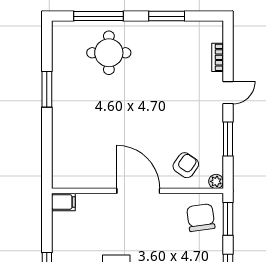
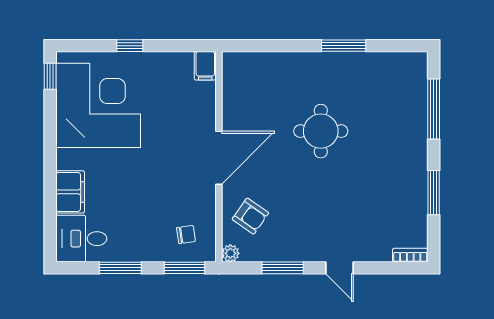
round table: (109, 53) -> (321, 131), moved
bookcase: (218, 57) -> (410, 255), moved
chair: (201, 218) -> (186, 234), width x0.54, depth x0.54

